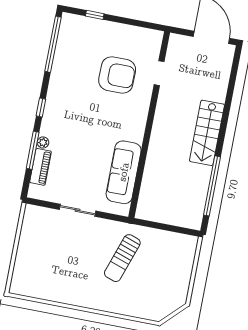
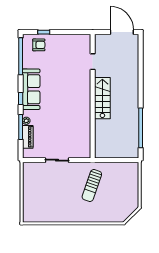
armchair: (117, 75) -> (39, 45), moved, width x0.53, depth x0.53
stairs: (207, 133) -> (102, 98), moved, turned 180
sofa: (124, 172) -> (31, 89), moved, turned 180

